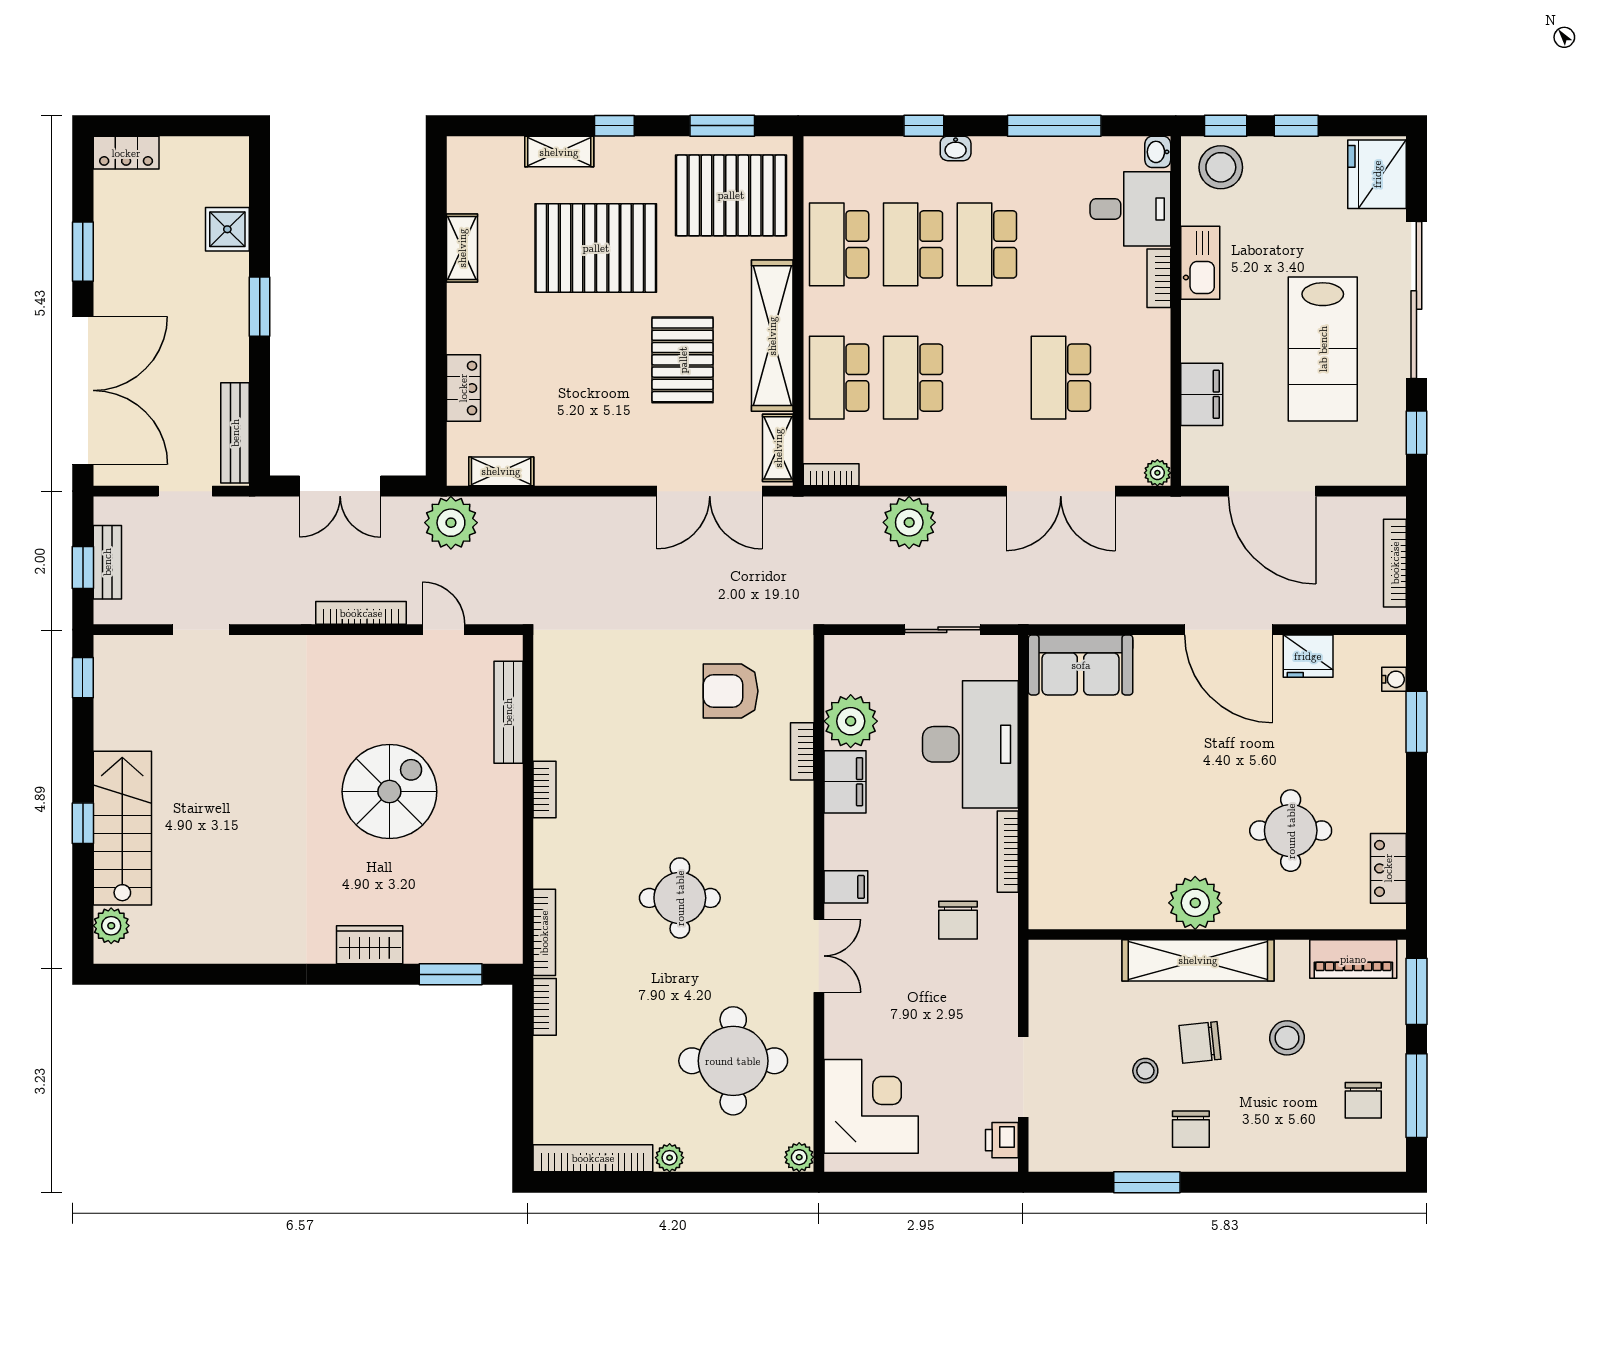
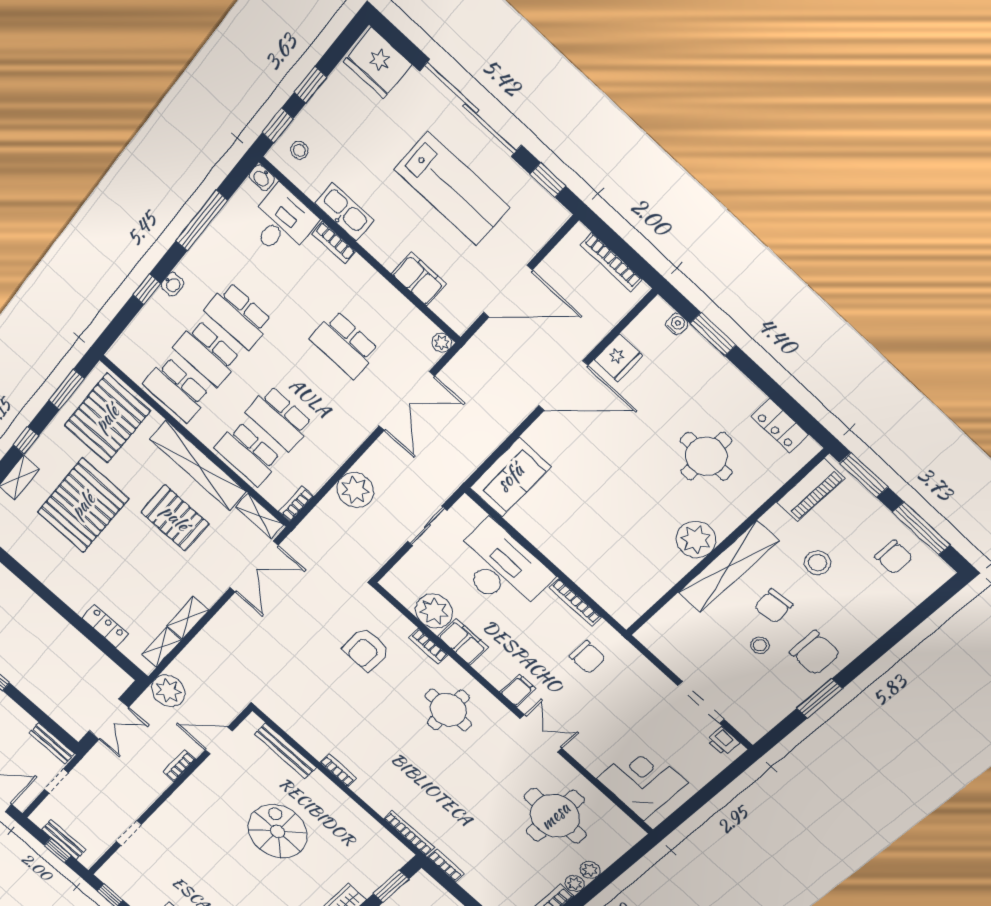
stool: (1221, 167) -> (299, 150), width x0.53, depth x0.53
shelving: (462, 248) -> (188, 618), moved, turned 90
bench: (235, 433) -> (52, 743), width x0.73
bookcase: (361, 613) -> (179, 766), width x0.64
door: (444, 630) -> (219, 740), width x1.37
round table: (680, 898) -> (448, 710), moved
chair: (1191, 1129) -> (815, 653), width x1.37, depth x1.37
plant: (799, 1157) -> (590, 870), moved

